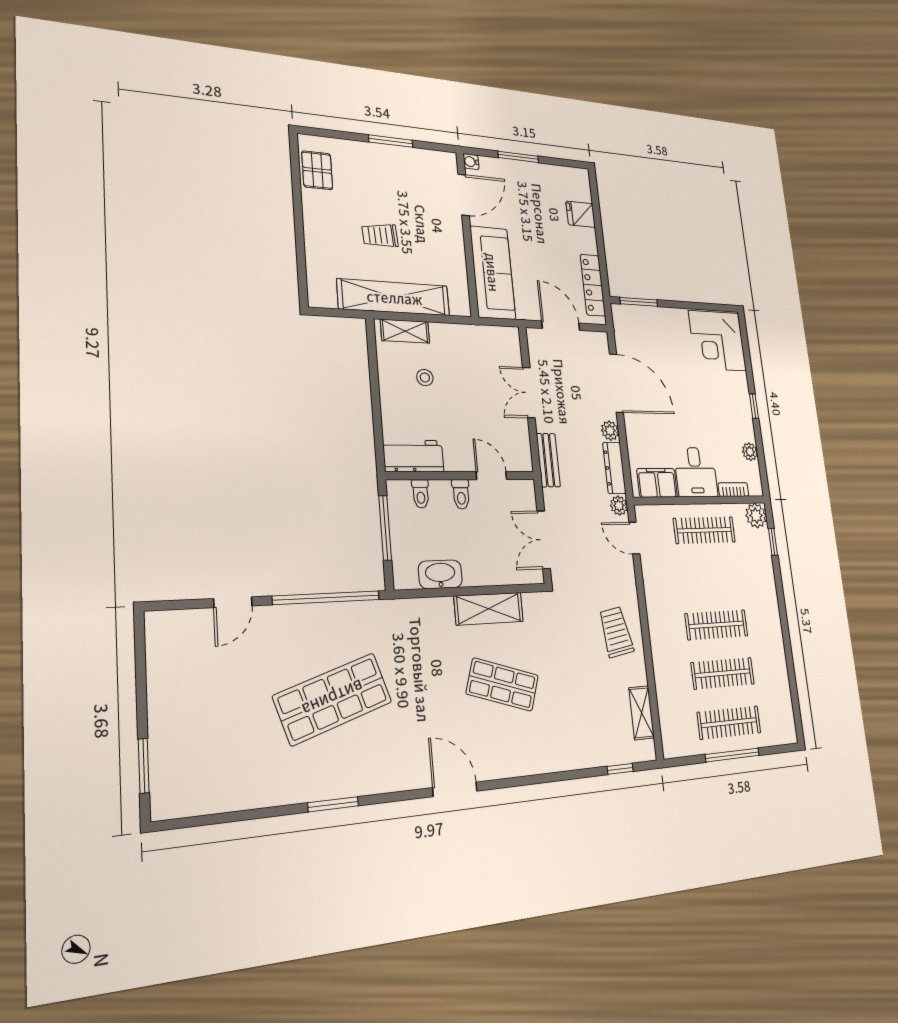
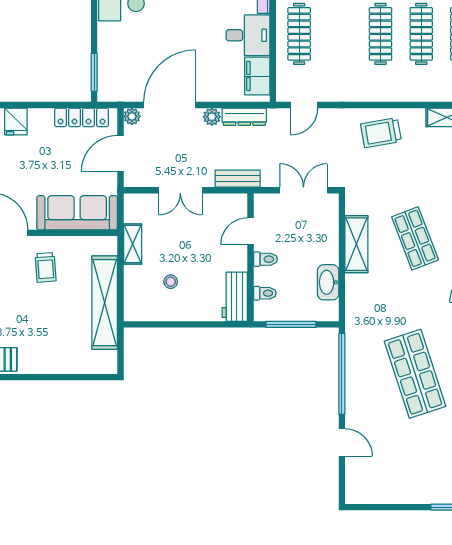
trolley: (380, 235) -> (46, 267), moved
shelving: (405, 331) -> (133, 244), moved
plant: (619, 506) -> (132, 116), moved
double door: (544, 540) -> (303, 190), swing flipped
shop shelf: (502, 685) -> (415, 238), turned -39

